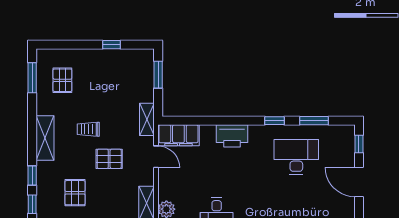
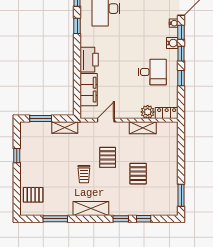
window: (32, 78) -> (55, 219), moved
pallet: (62, 80) -> (33, 195), moved
shelving: (147, 119) -> (65, 127), moved
filing cabinet: (178, 135) -> (89, 90), moved
pallet: (75, 193) -> (138, 174), moved, turned 90

